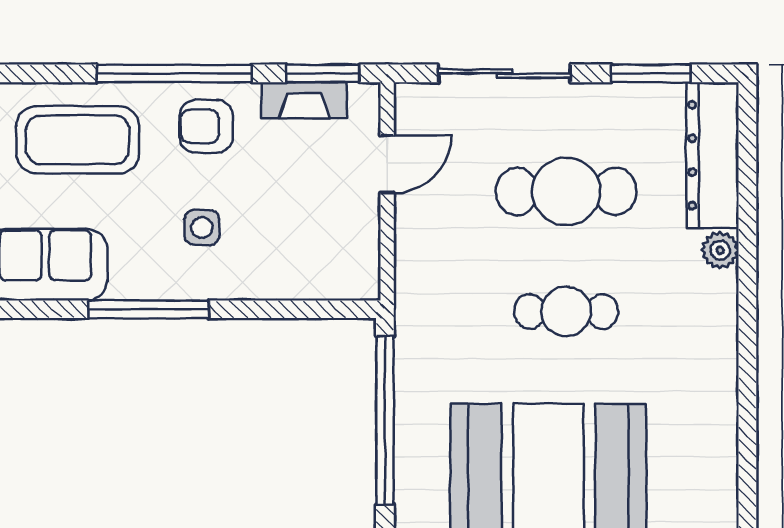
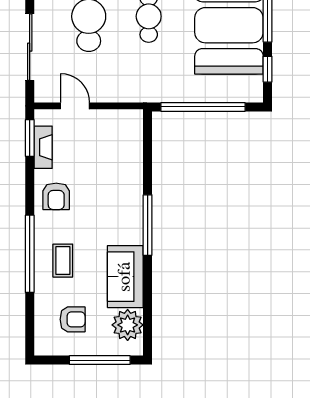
window: (174, 73) -> (30, 254), moved
coffee table: (78, 140) -> (63, 261), width x0.54, depth x0.58
side table: (202, 228) -> (107, 198), removed

